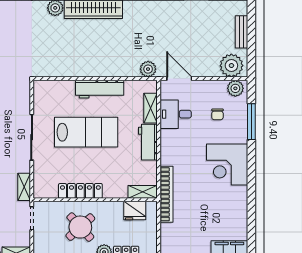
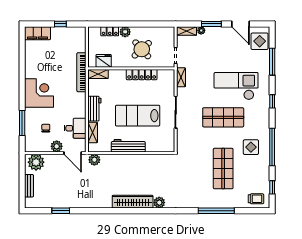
plant: (235, 88) -> (57, 146), moved

